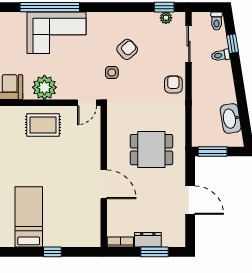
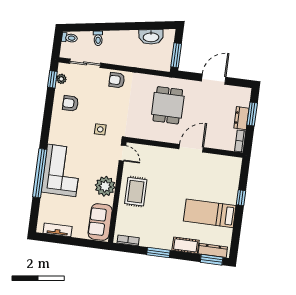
window: (233, 44) -> (90, 27), removed
armchair: (127, 49) -> (70, 103), moved, turned -48

